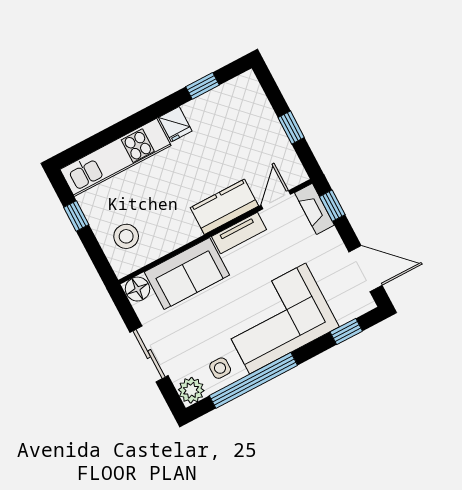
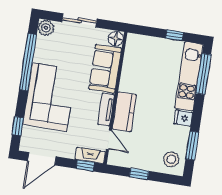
window: (203, 86) -> (192, 146), width x1.50
window: (99, 141) -> (203, 74), added
stool: (126, 236) -> (171, 159), moved
side table: (220, 368) -> (46, 50), removed

